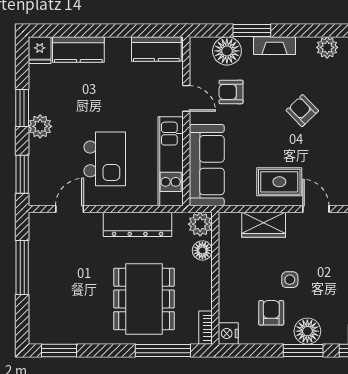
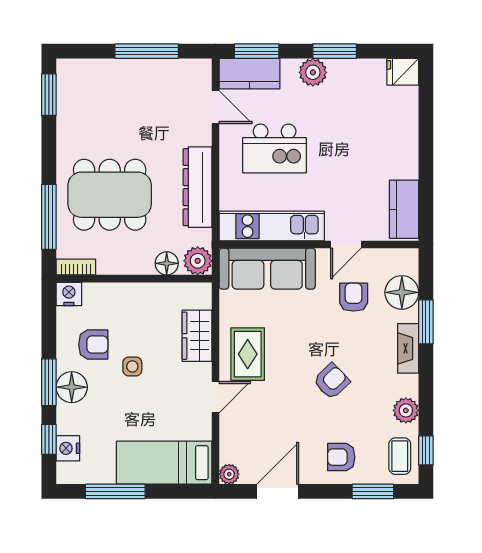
kitchen counter: (78, 50) -> (250, 74), moved, turned -90

